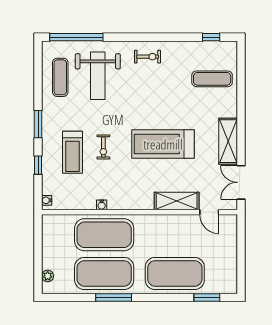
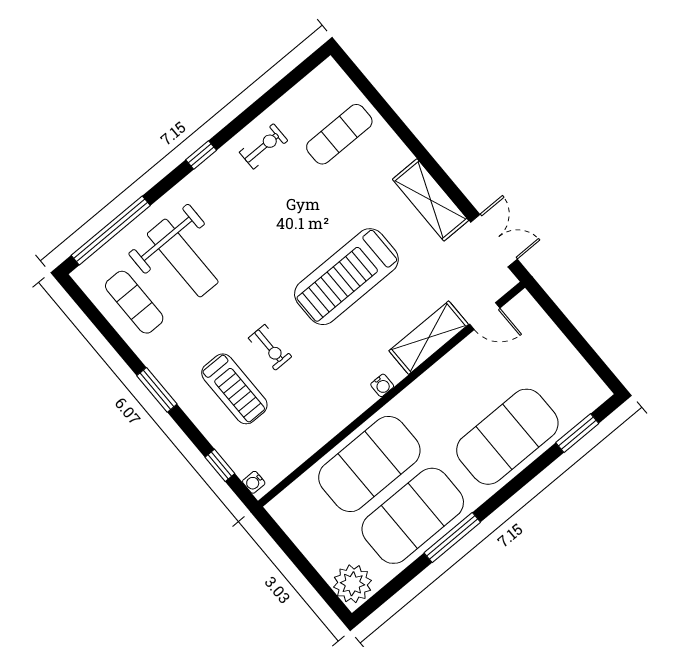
window: (211, 37) -> (201, 155), moved
exercise bike: (148, 57) -> (264, 146), moved
window: (38, 165) -> (220, 465), moved
double door: (241, 182) -> (494, 241), swing flipped
water cooler: (102, 205) -> (382, 385), moved
plant: (48, 276) -> (353, 584), width x1.87, depth x1.87

